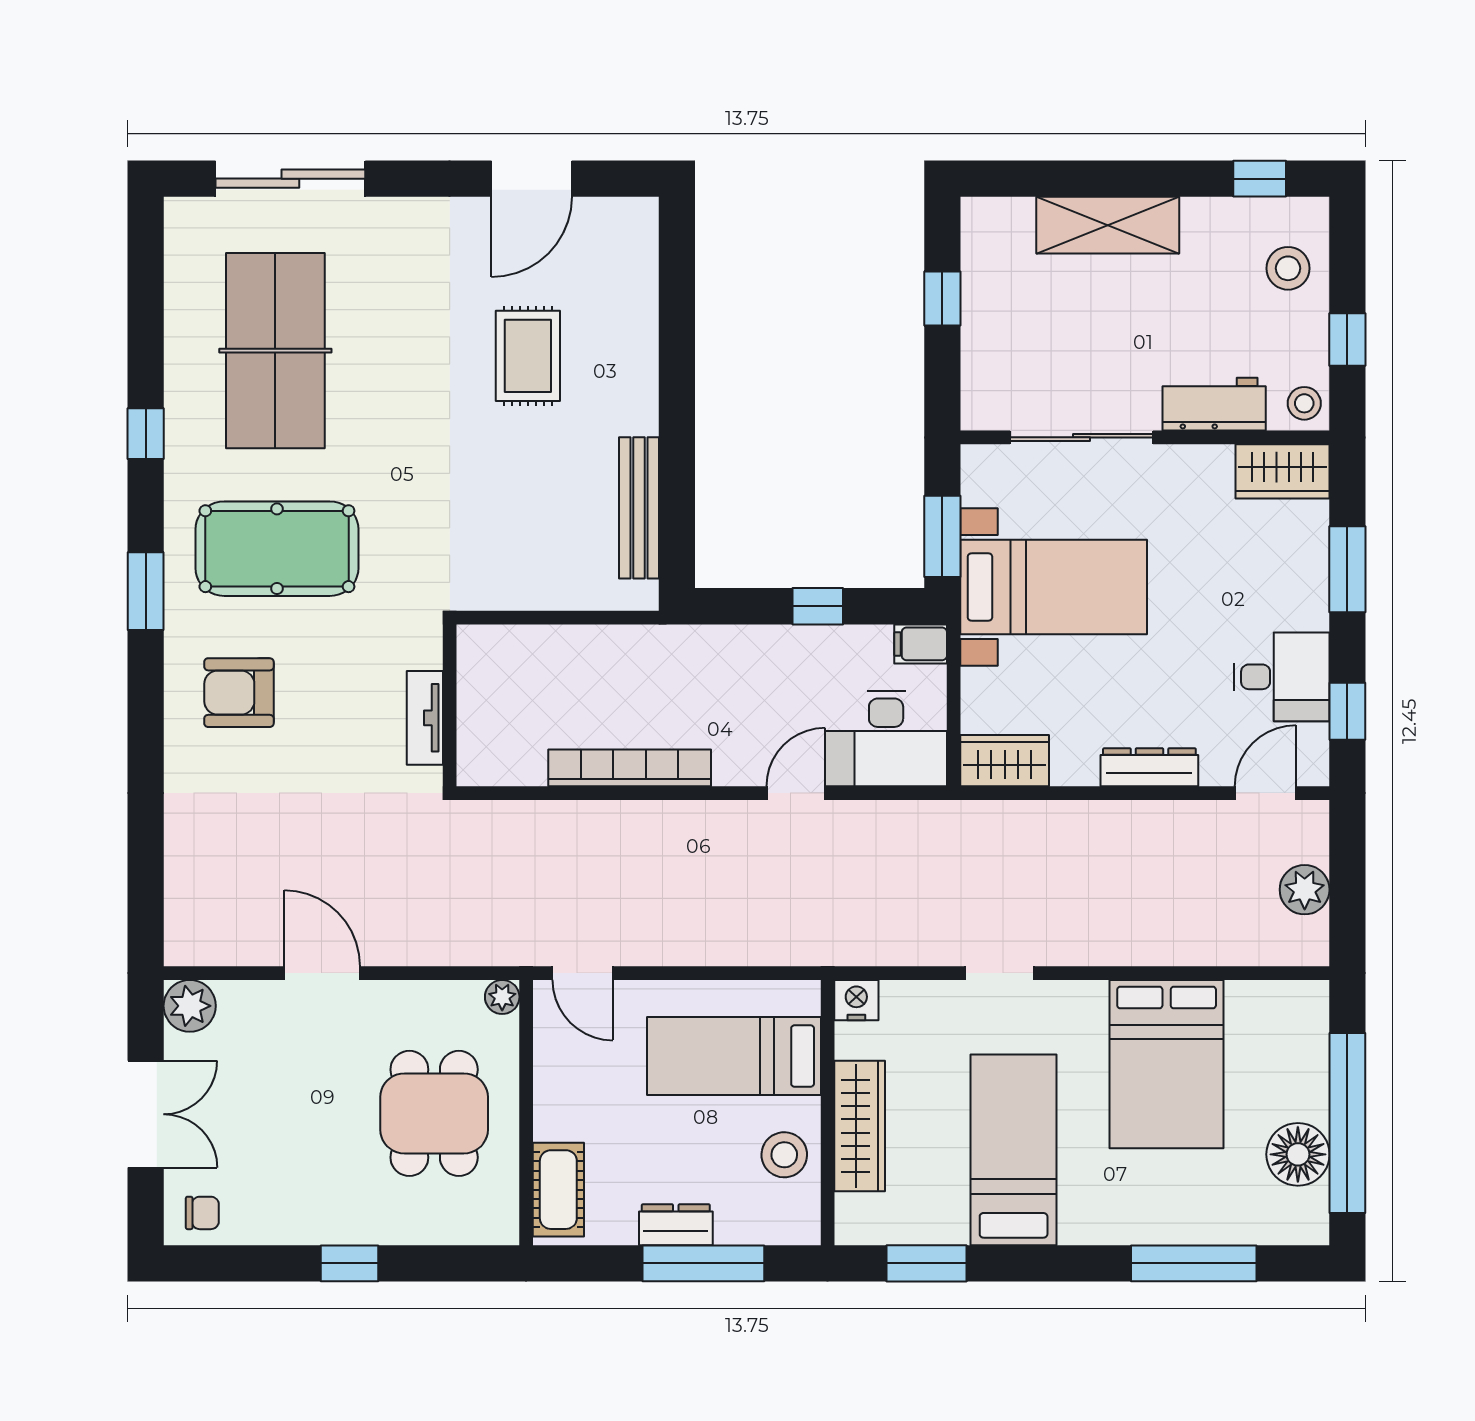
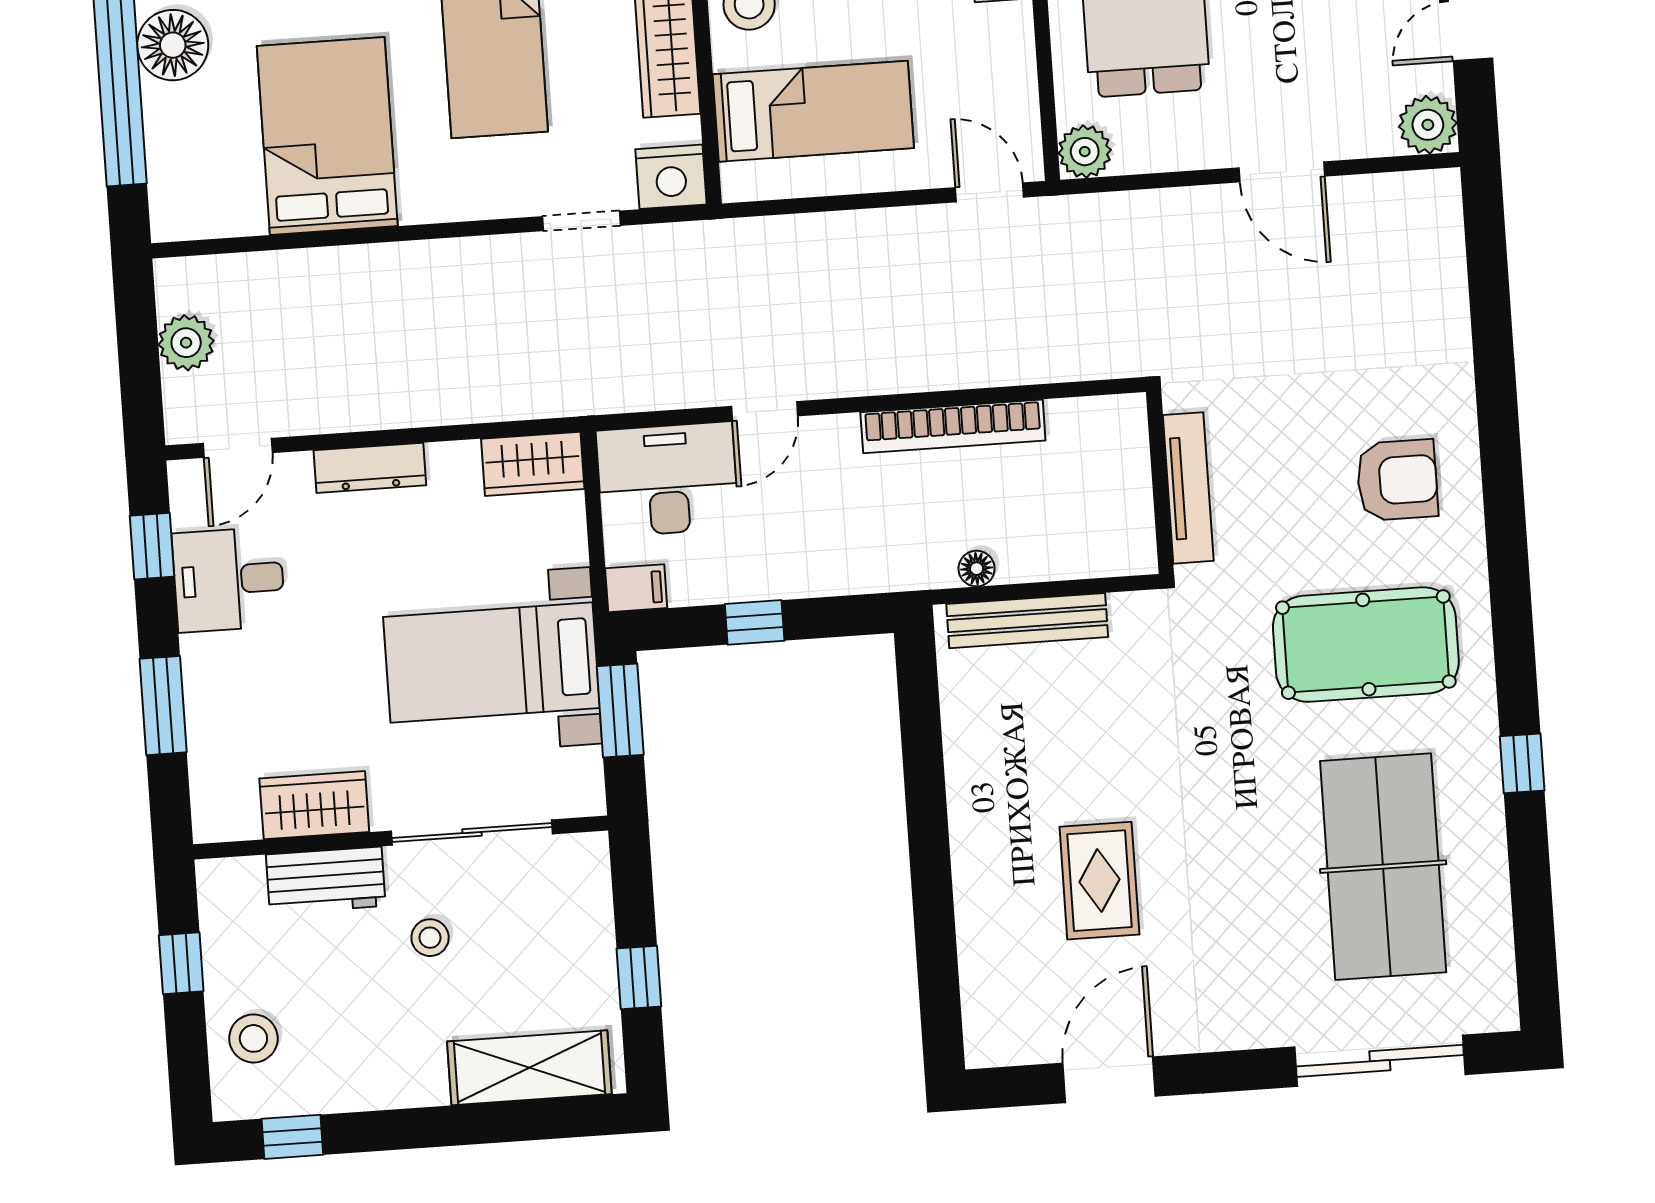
shelving: (1108, 225) -> (529, 1068), moved
stool: (1304, 403) -> (430, 938), moved
wardrobe: (1283, 471) -> (314, 805), moved
bench: (639, 508) -> (1027, 621), moved, turned 90
window: (146, 591) -> (1510, 587), removed
floor lamp: (618, 640) -> (977, 569), added
tv unit: (425, 718) -> (1188, 488), width x1.41
doorway: (999, 973) -> (581, 221), moved
plant: (502, 997) -> (1085, 152), width x1.38, depth x1.38
nightstand: (856, 1000) -> (671, 177), width x1.36, depth x1.33

